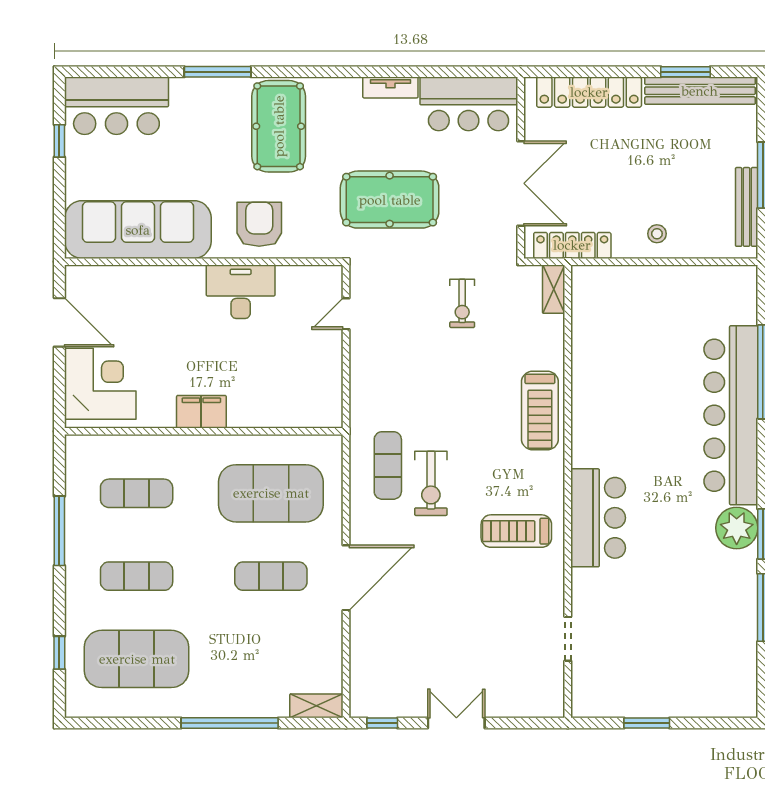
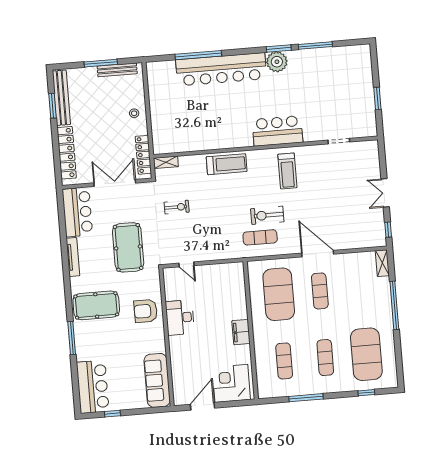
tv unit: (390, 87) -> (73, 257), width x1.41
sofa: (138, 230) -> (157, 380), width x0.74, depth x0.79
exercise bike: (431, 483) -> (267, 215), turned 180

